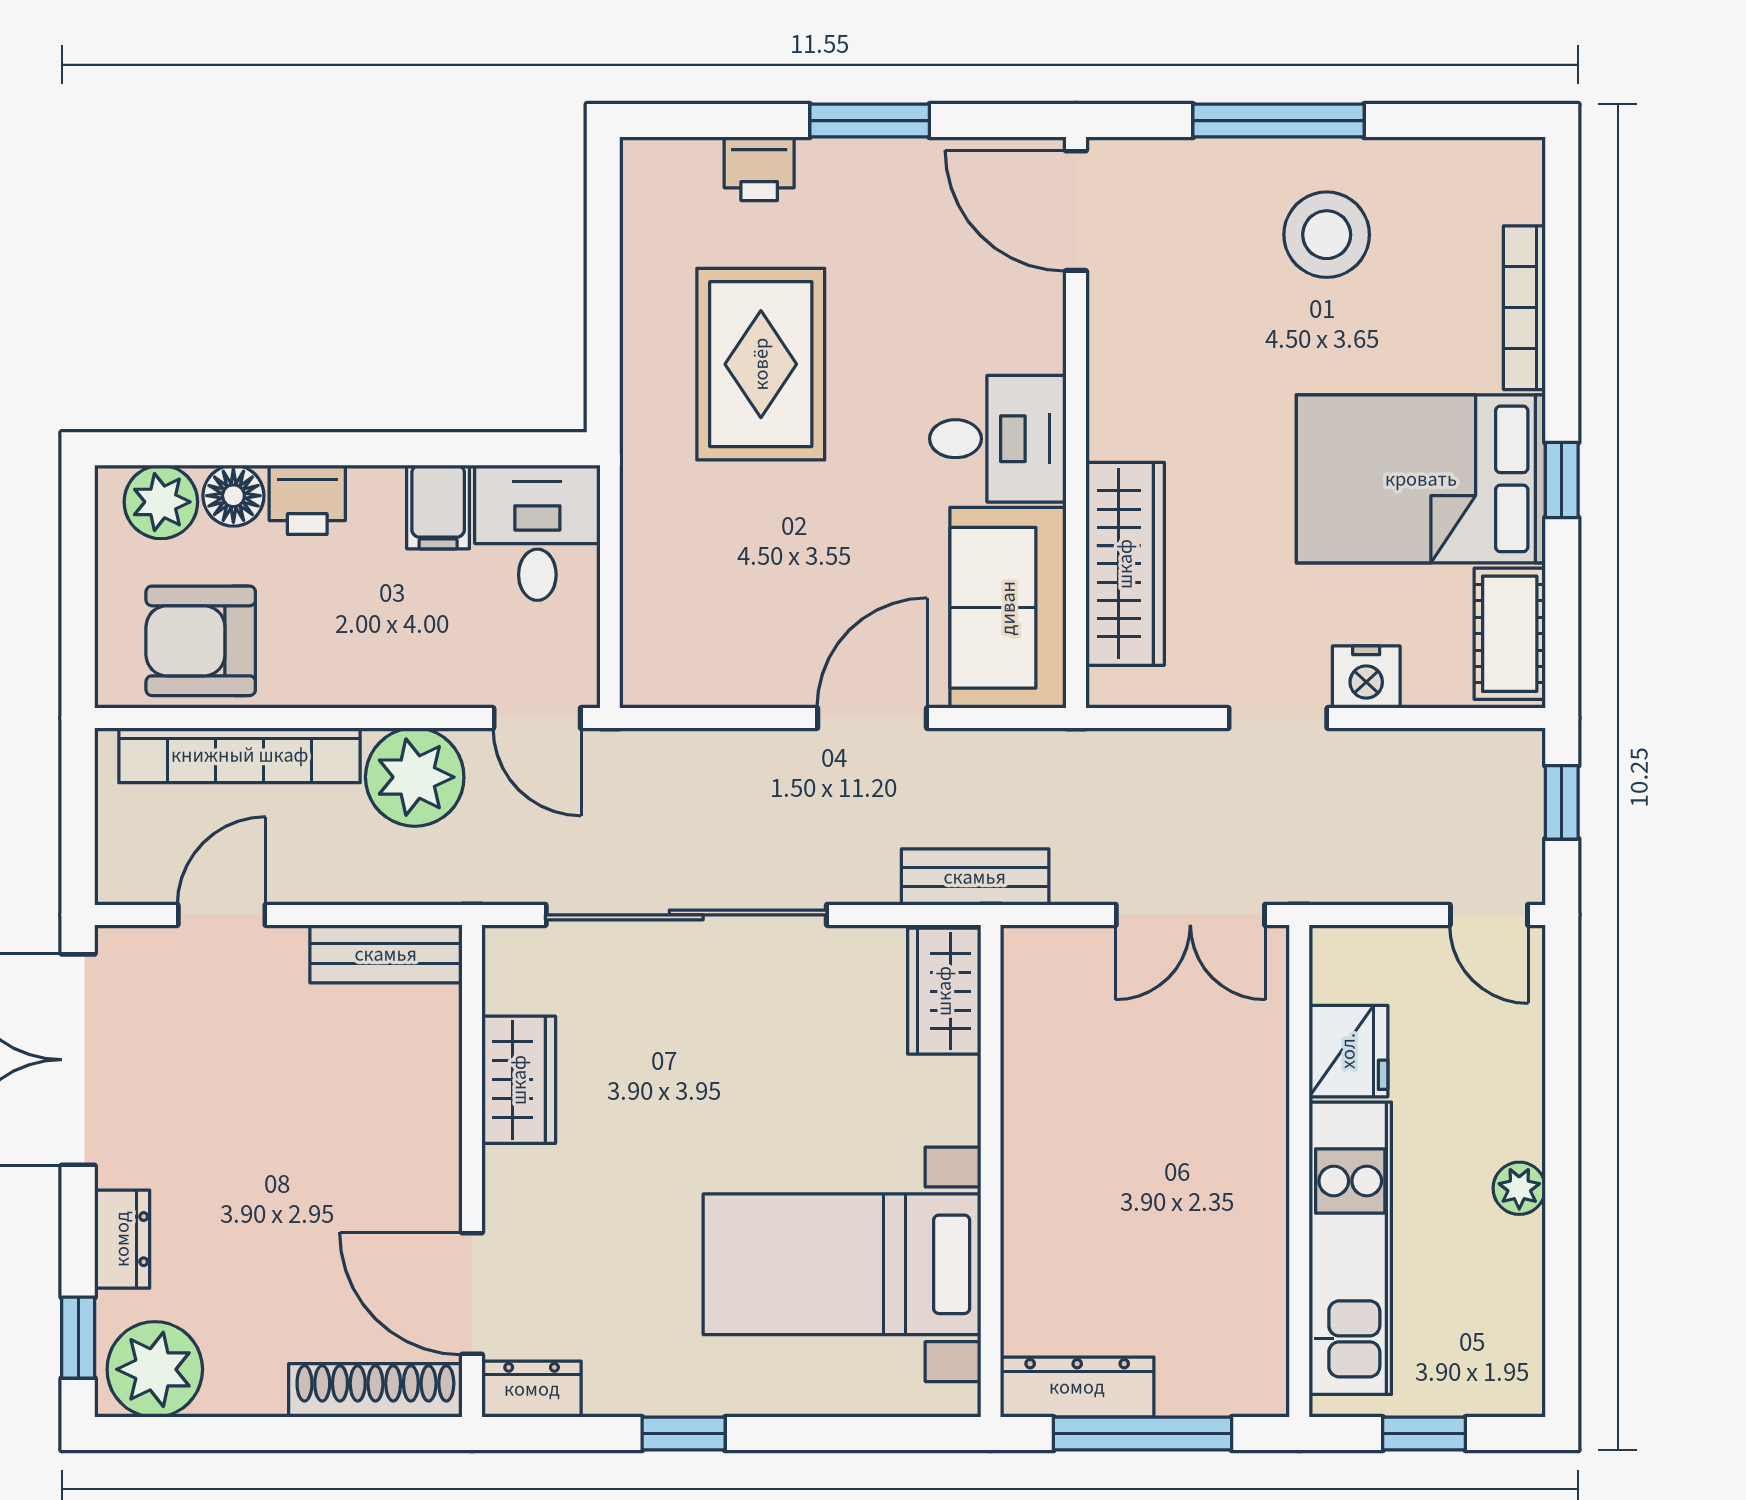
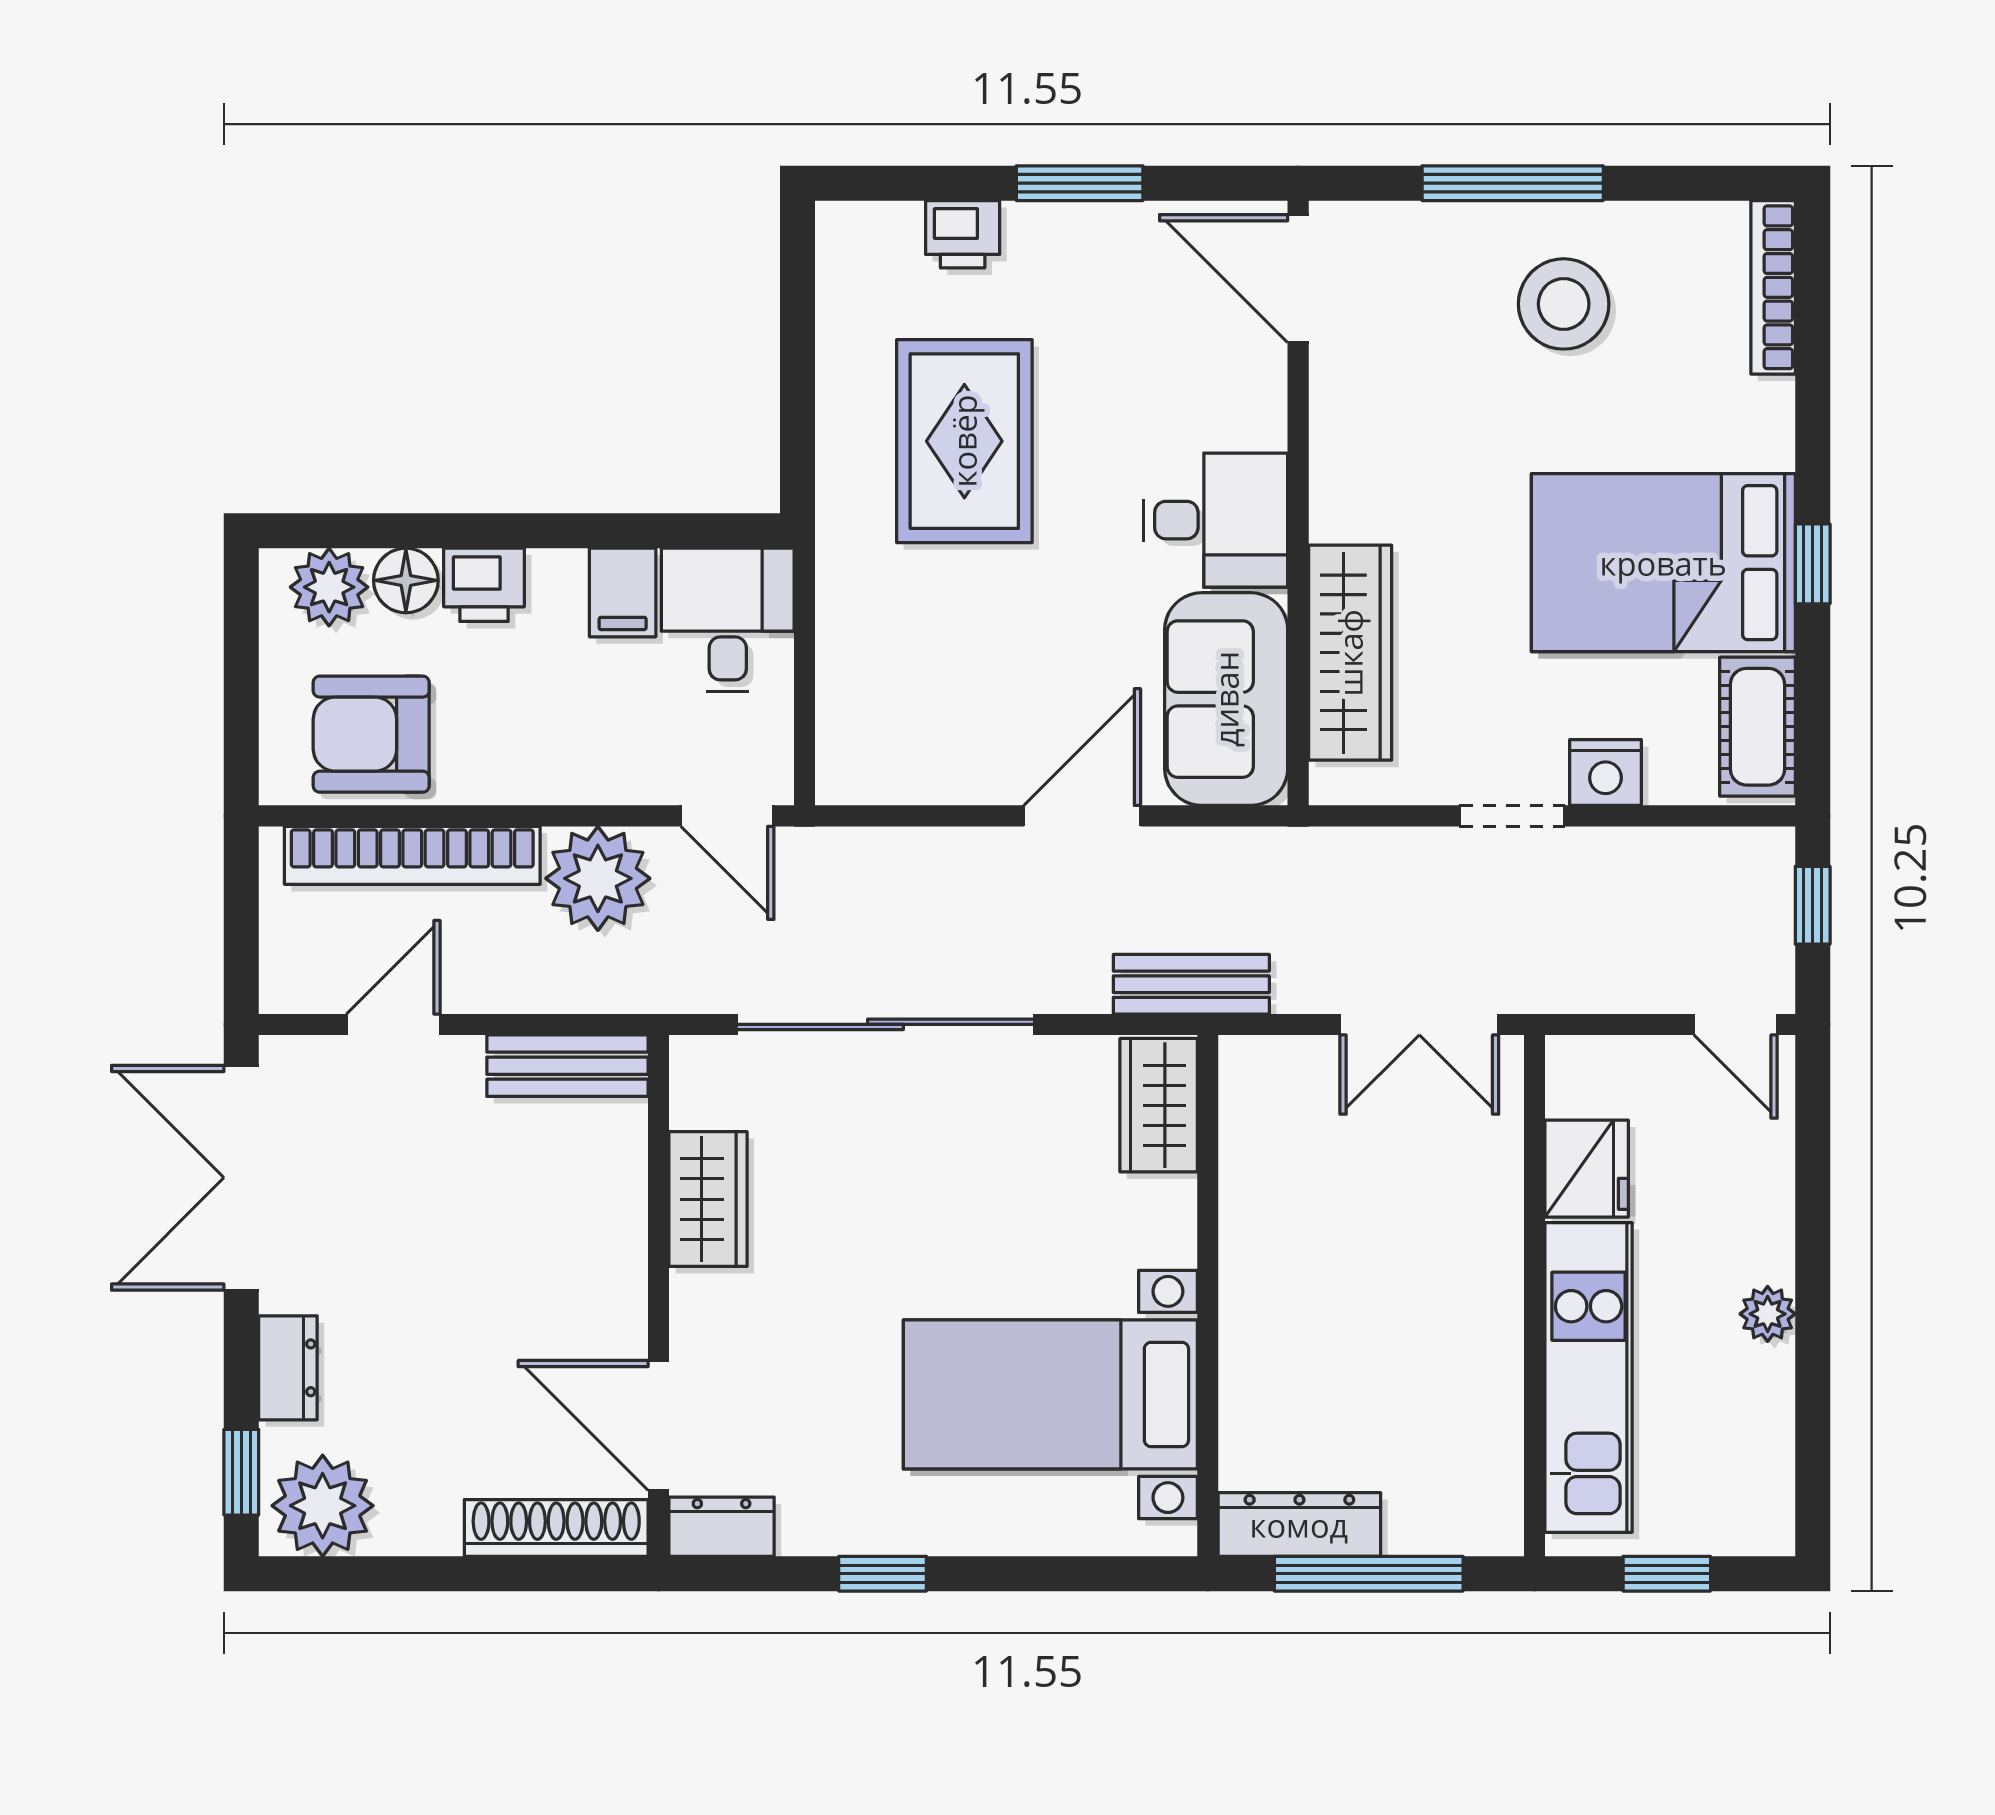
bookcase: (1524, 308) -> (1773, 287), moved

